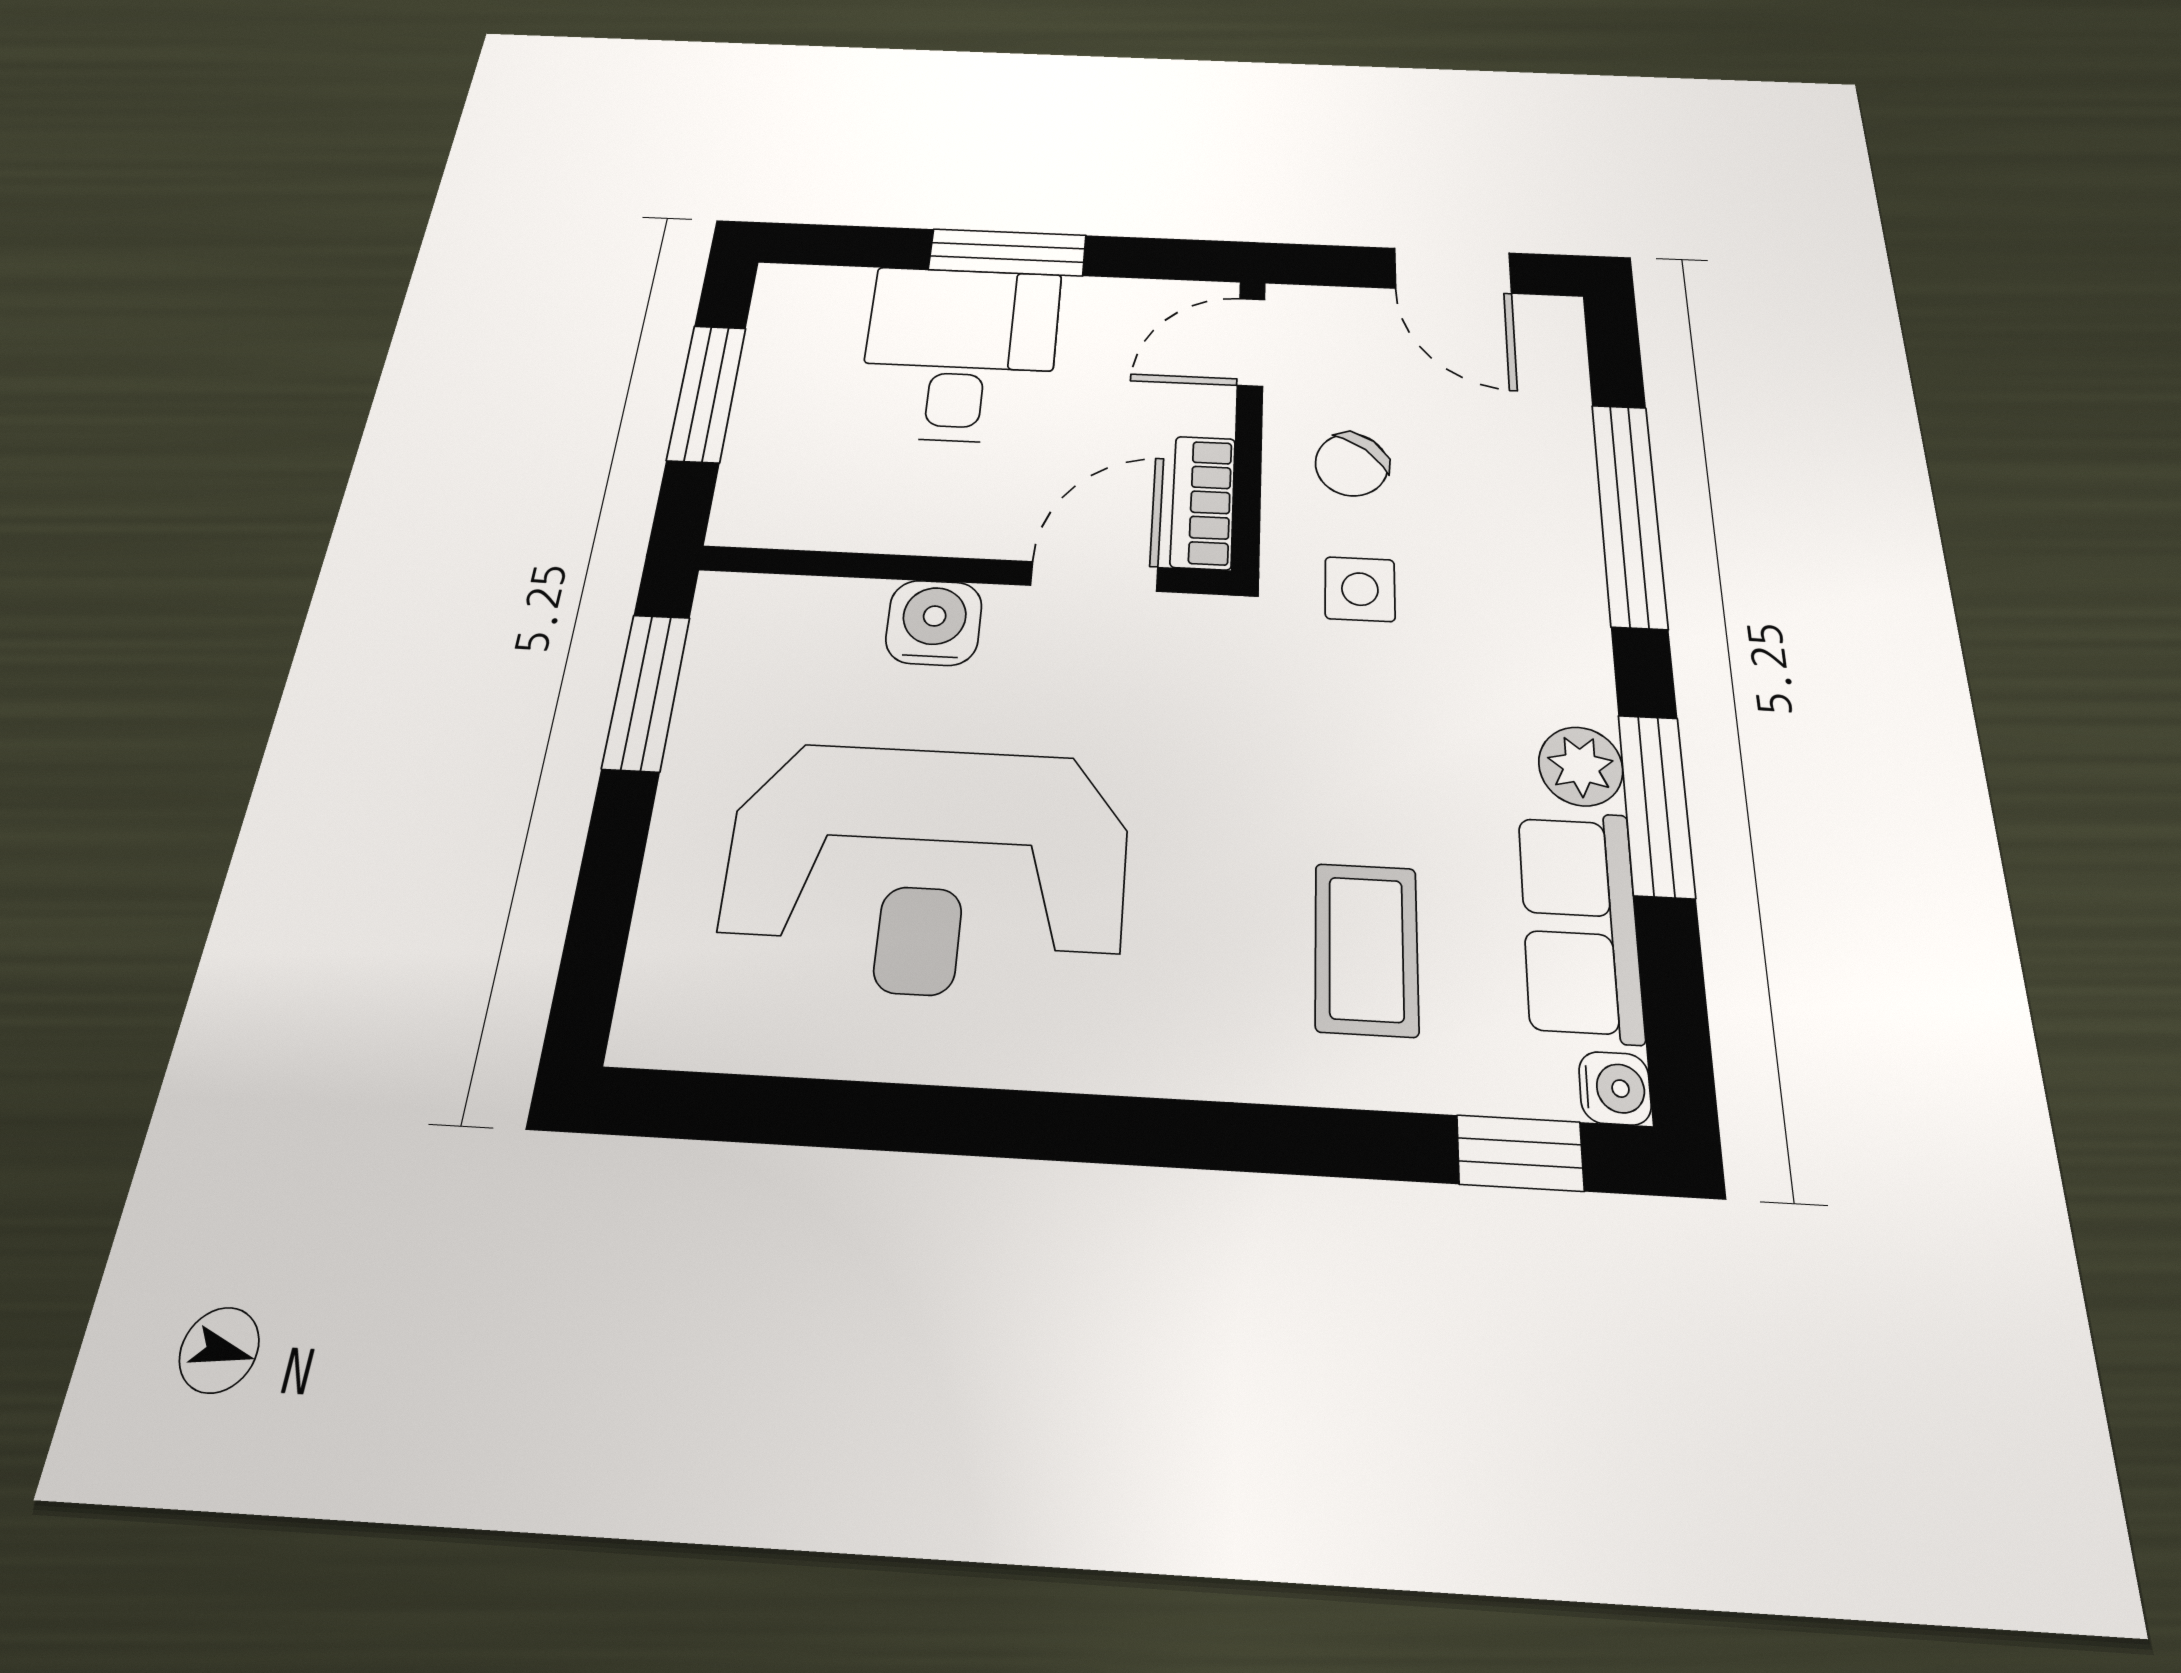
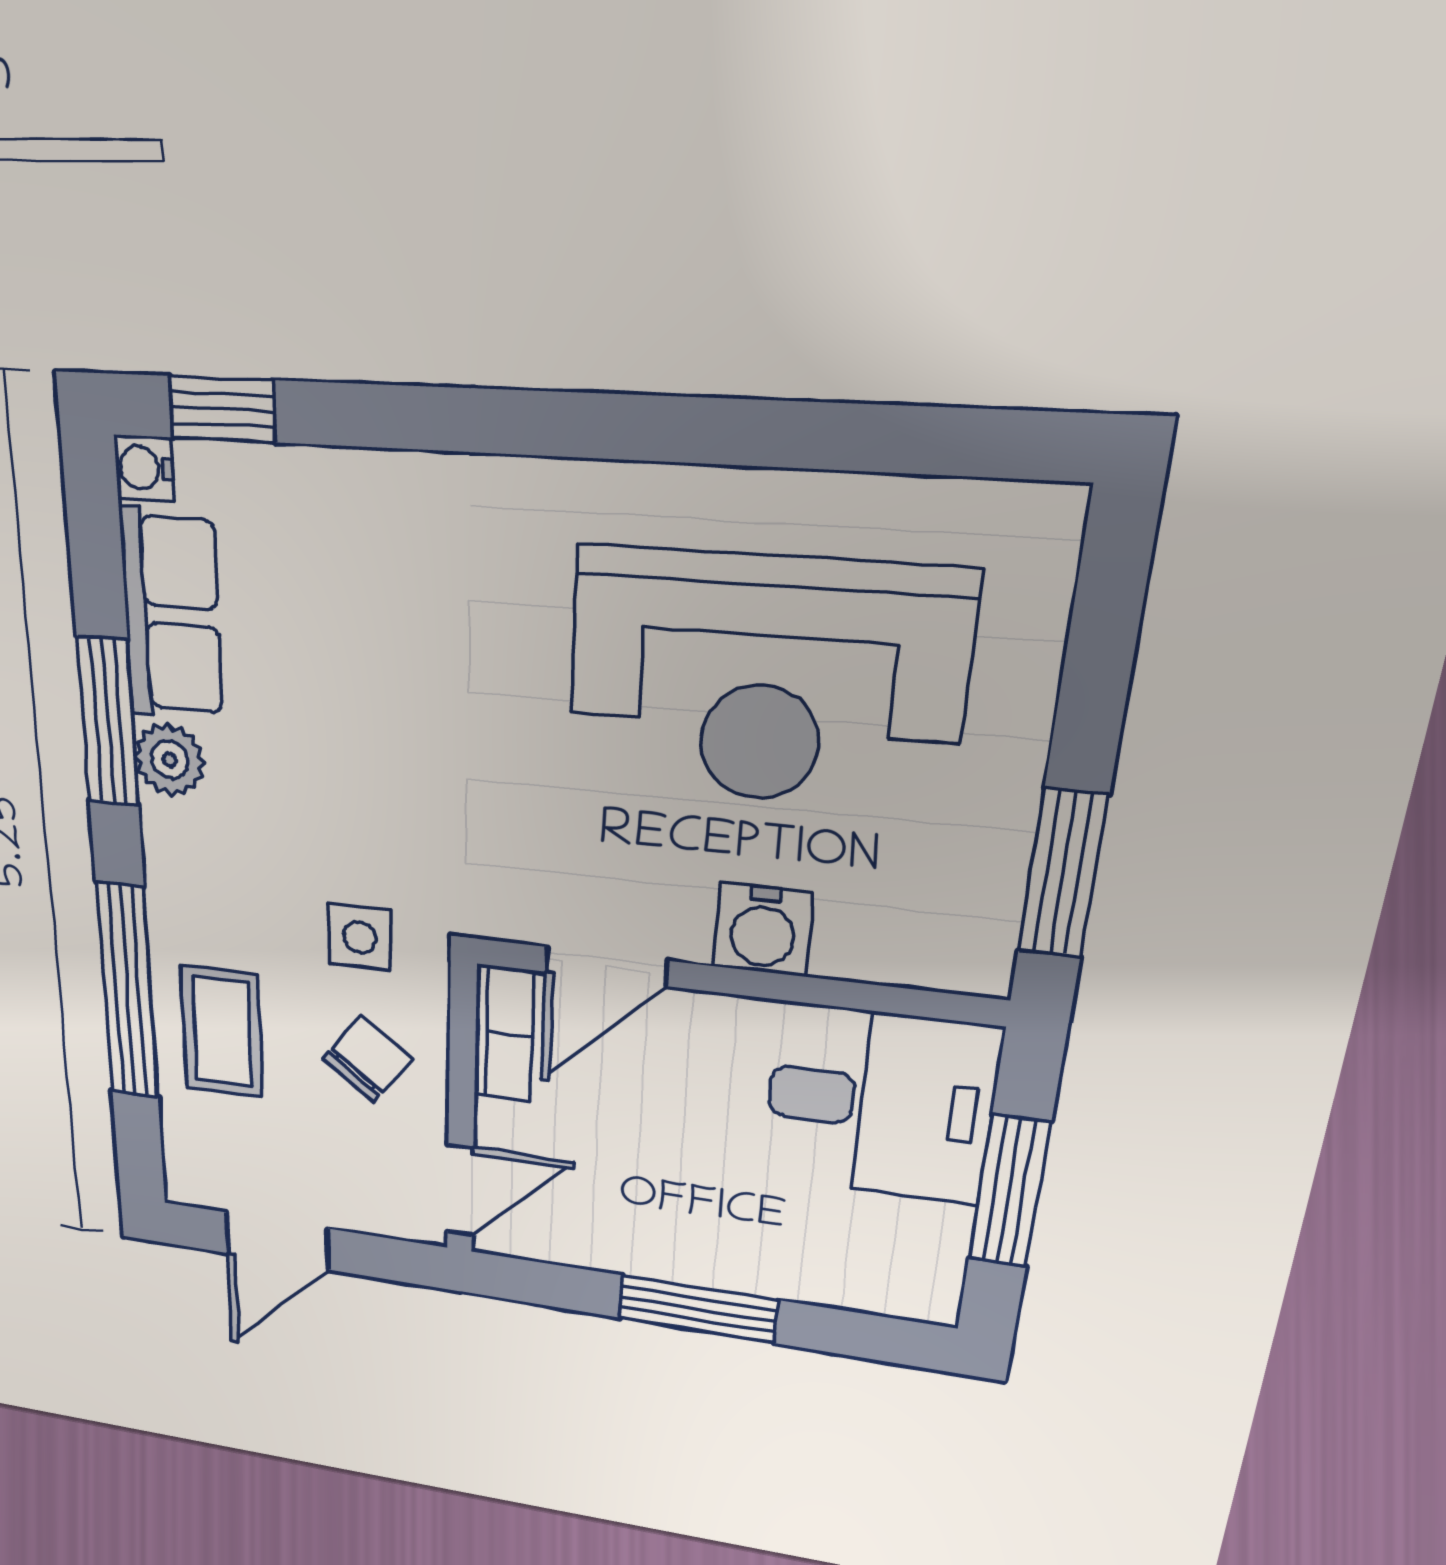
door: (1453, 271) -> (278, 1241), swing flipped
desk: (960, 354) -> (880, 1104), moved, turned -90
reception desk: (926, 869) -> (765, 680), turned 180
coffee table: (1366, 949) -> (222, 1032), moved

